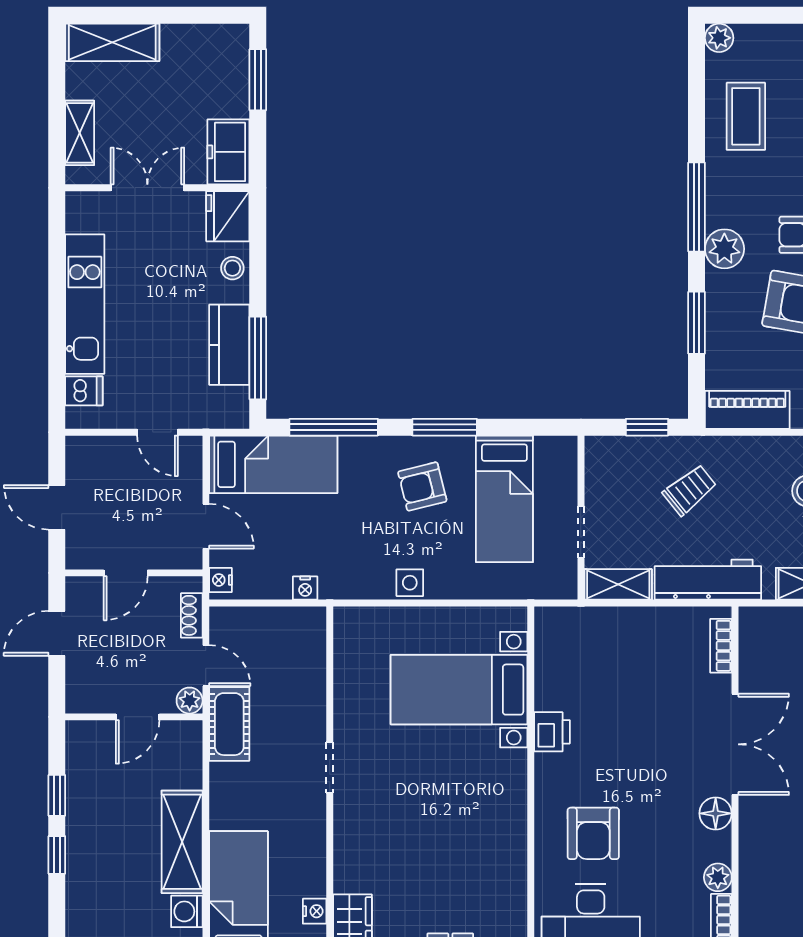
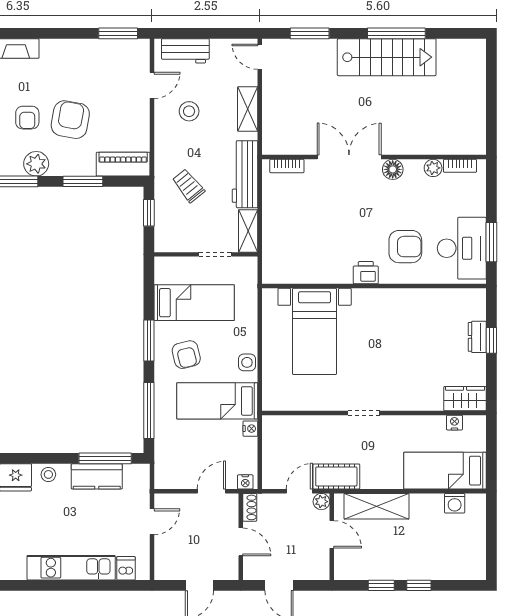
piano: (747, 410) -> (123, 164), moved, turned 90
bed: (273, 464) -> (217, 401), moved, turned -90
shoe rack: (192, 615) -> (250, 507), moved, turned -90
printer: (552, 732) -> (366, 273), moved
shelving: (182, 842) -> (377, 506), moved

